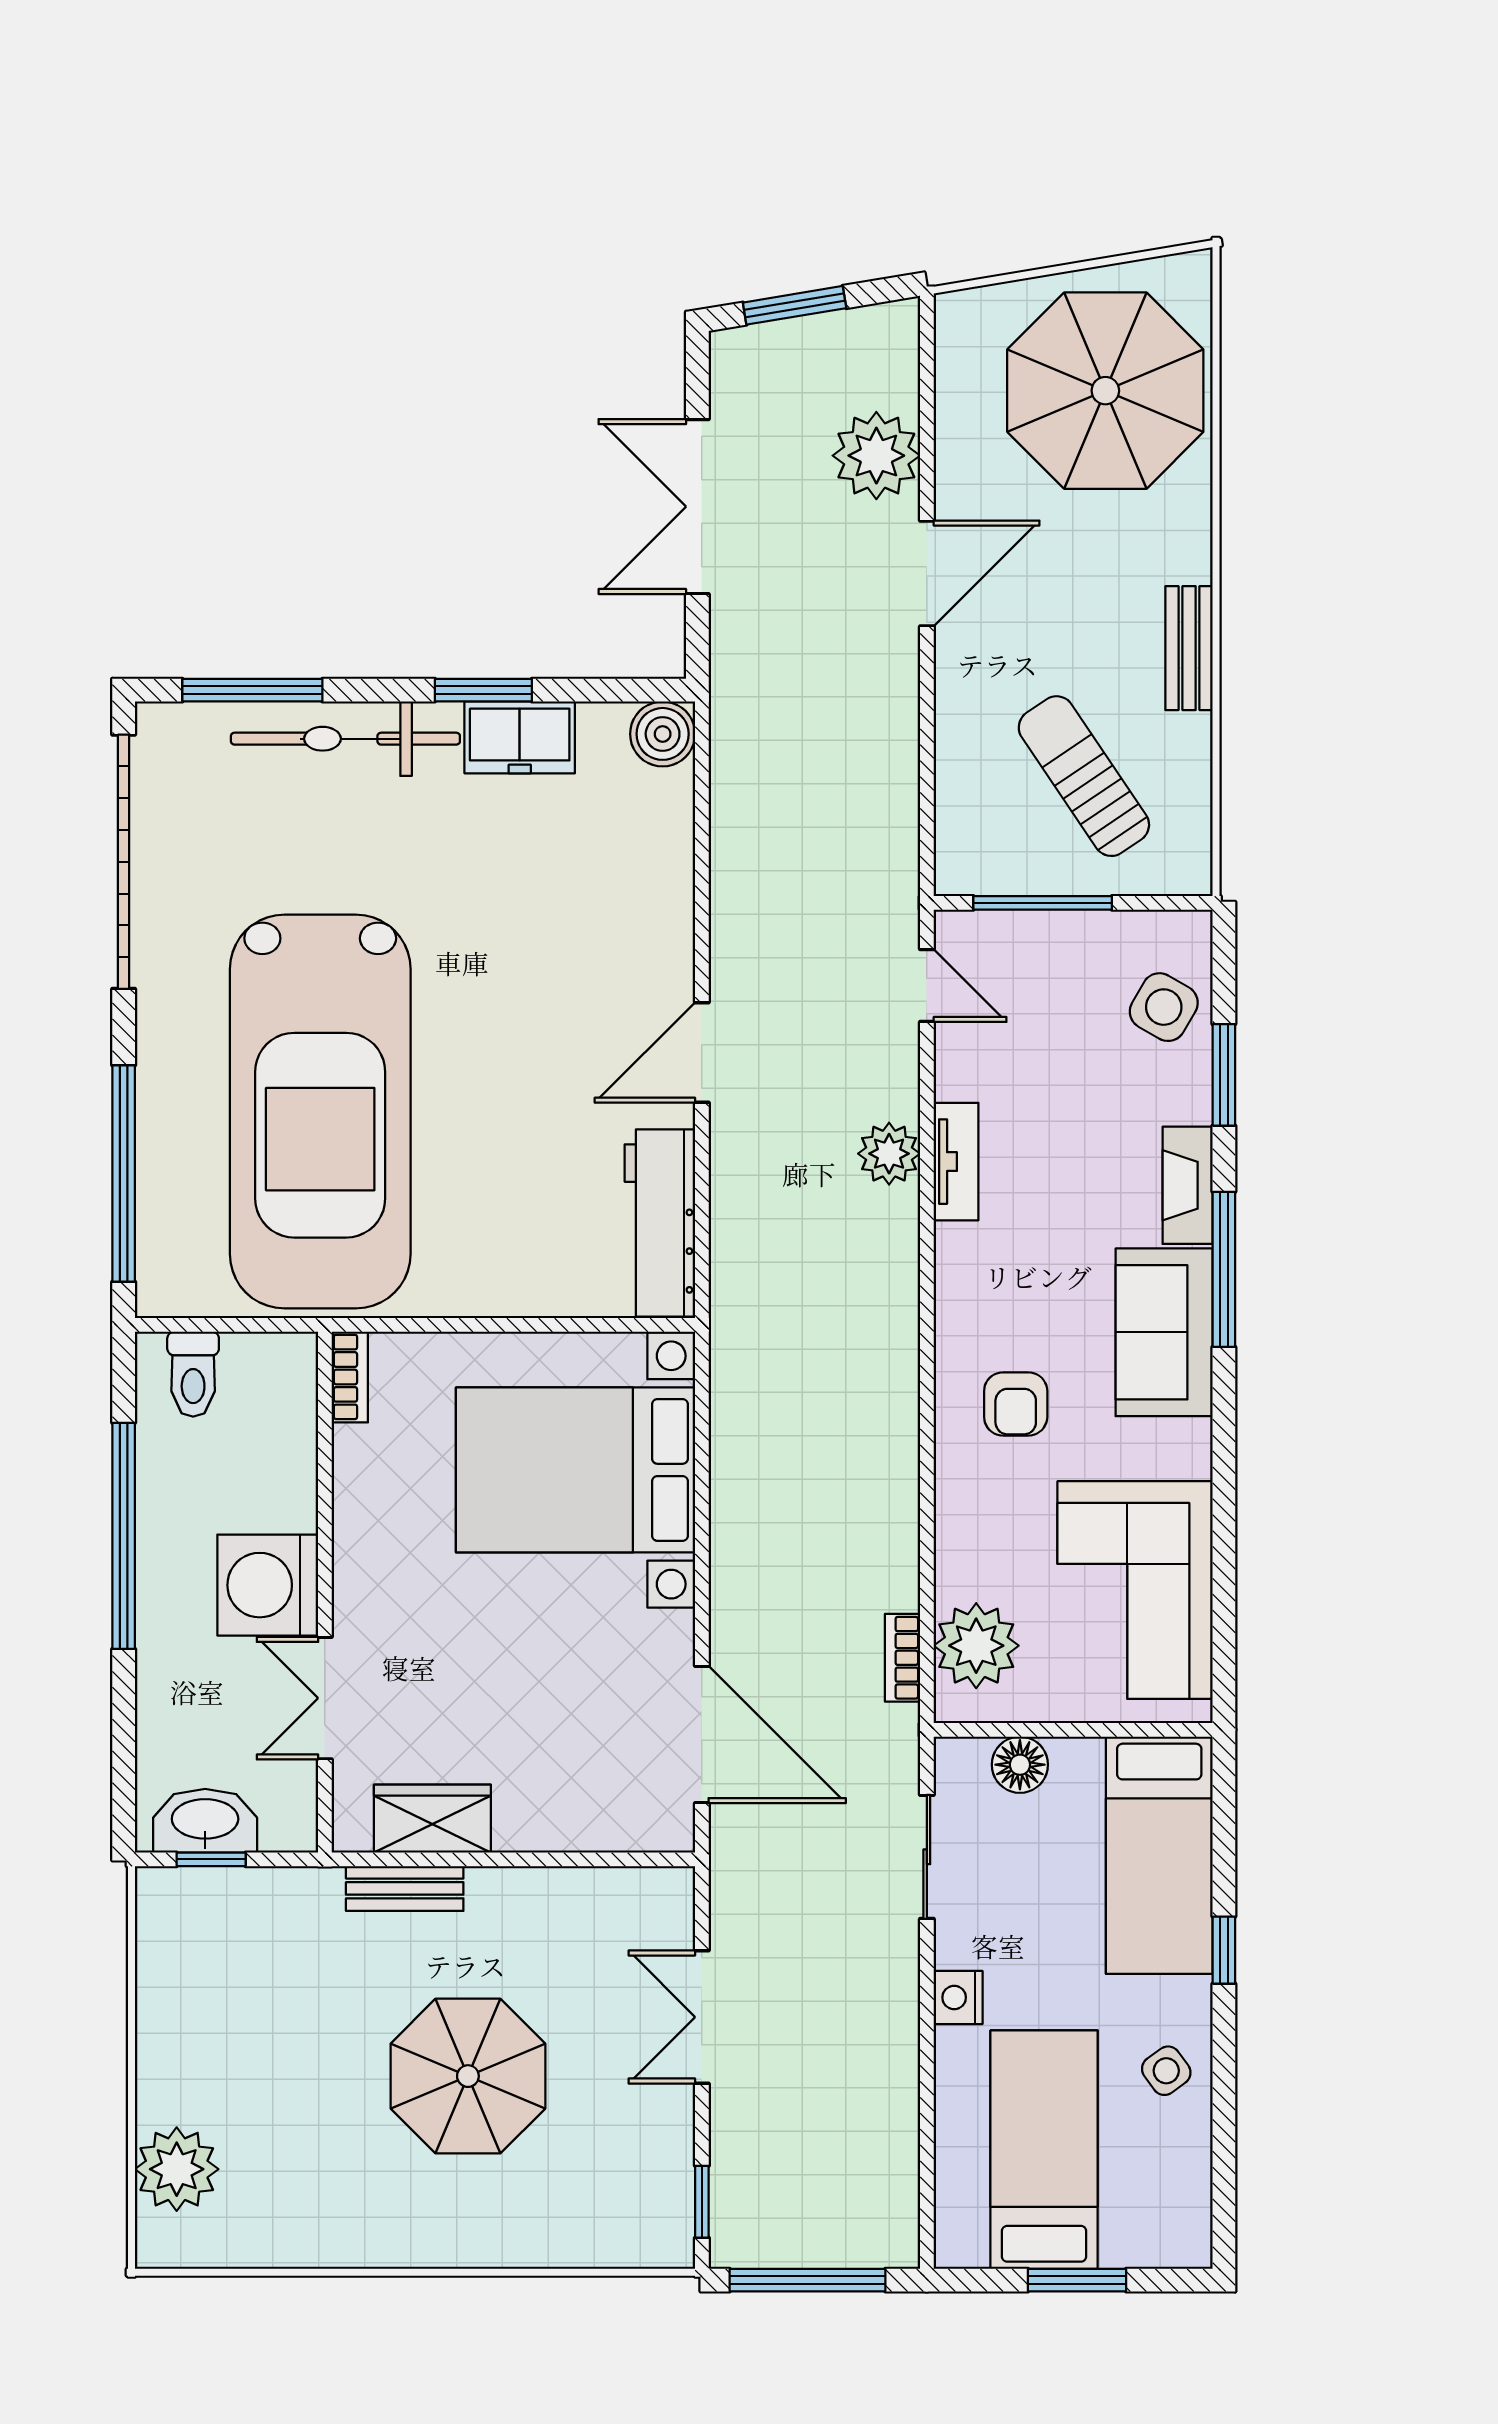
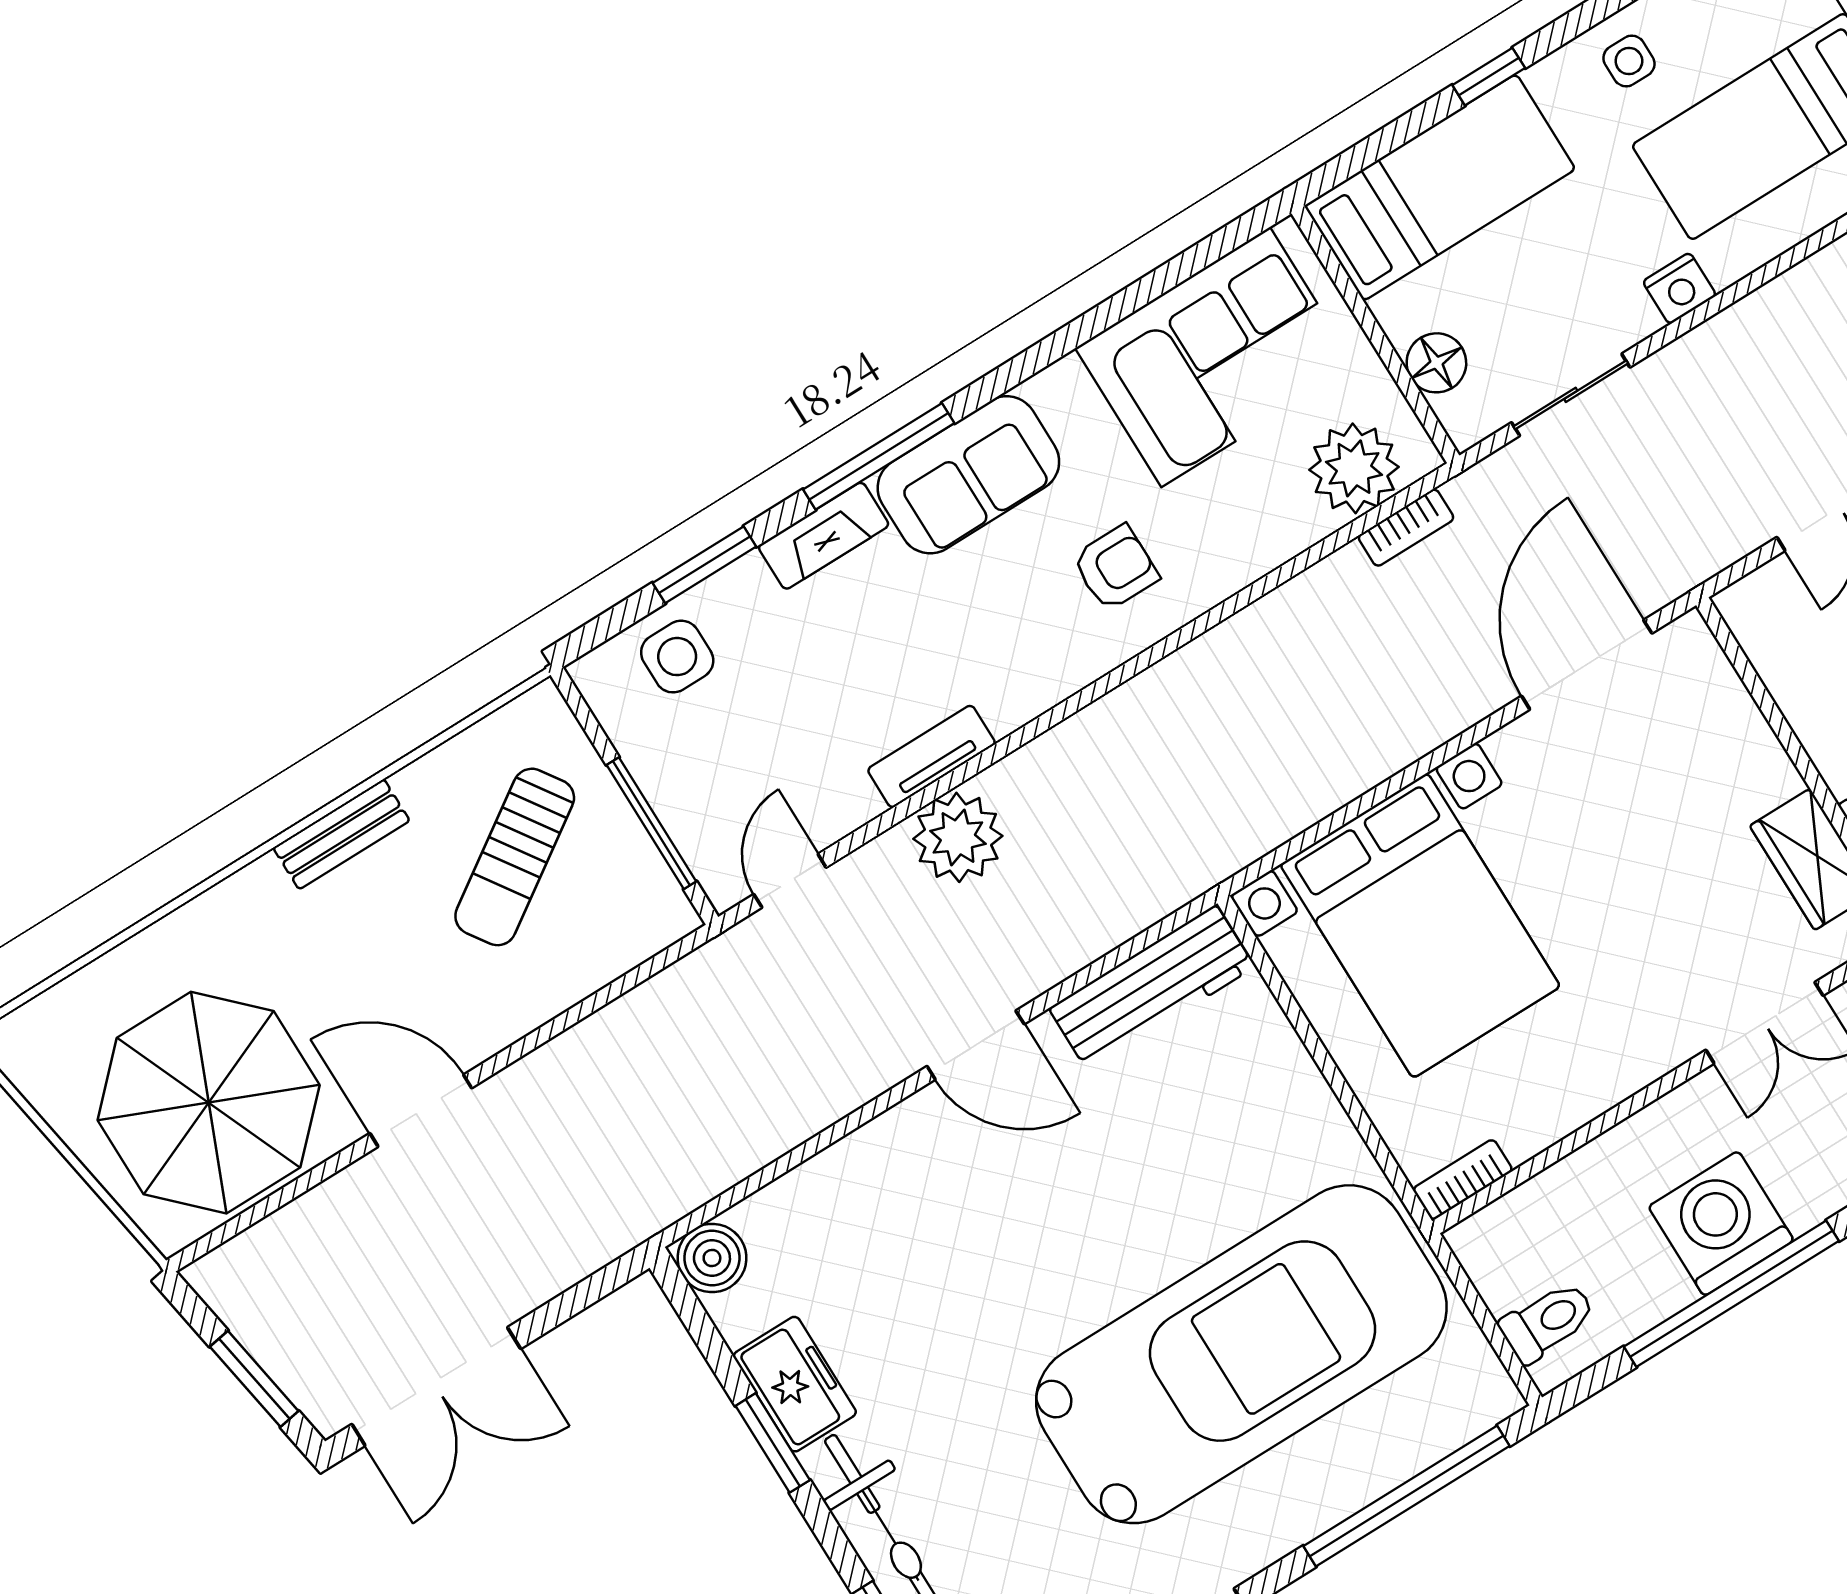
parasol: (1105, 391) -> (209, 1103), moved
plant: (876, 456) -> (343, 1222), removed
double door: (697, 507) -> (436, 1386), moved
side table: (1164, 1007) -> (677, 657), turned -30
plant: (889, 1154) -> (958, 837), width x1.36, depth x1.36
washing machine: (268, 1585) -> (1721, 1223), moved, turned 180
side table: (1166, 2071) -> (1629, 61), turned 36

